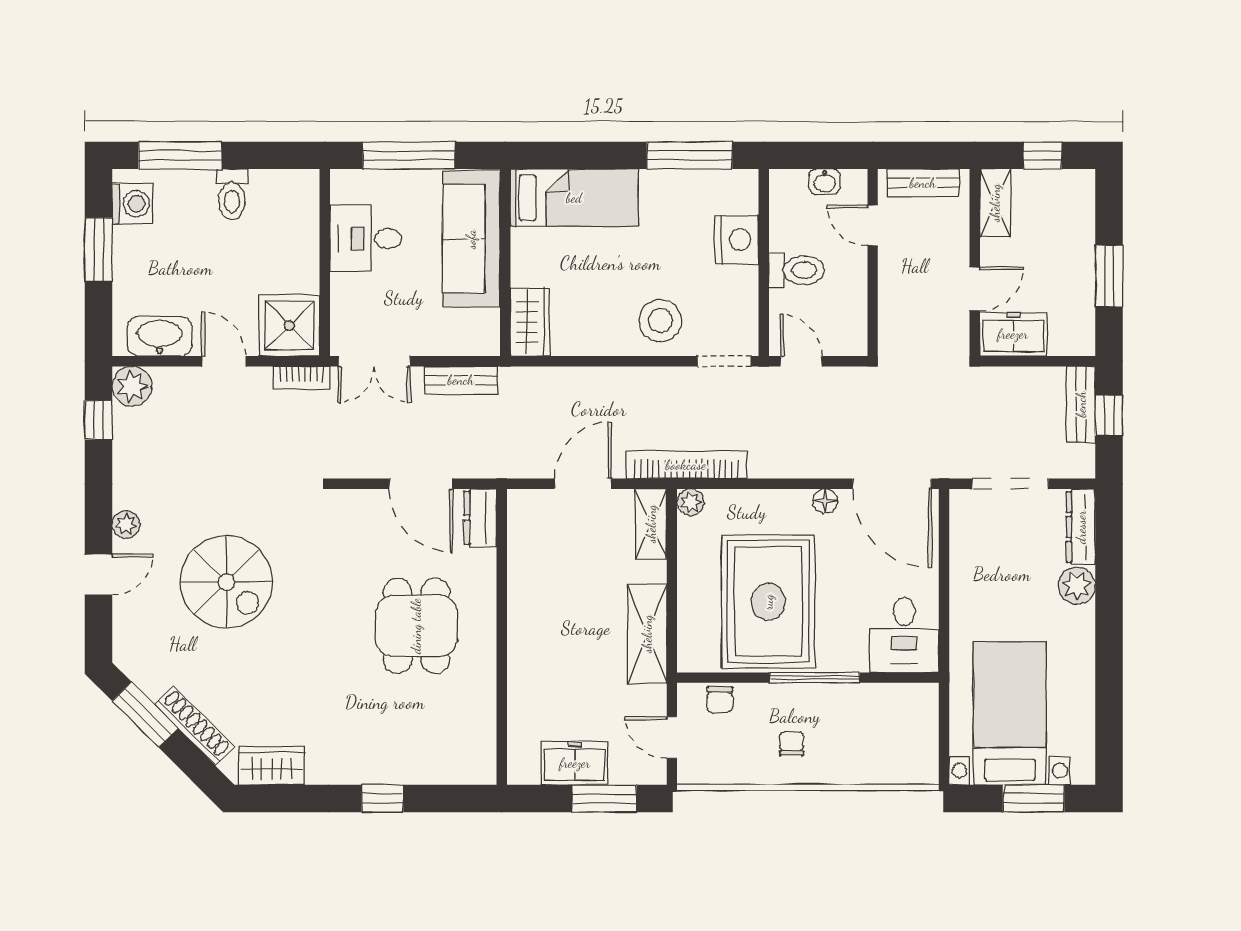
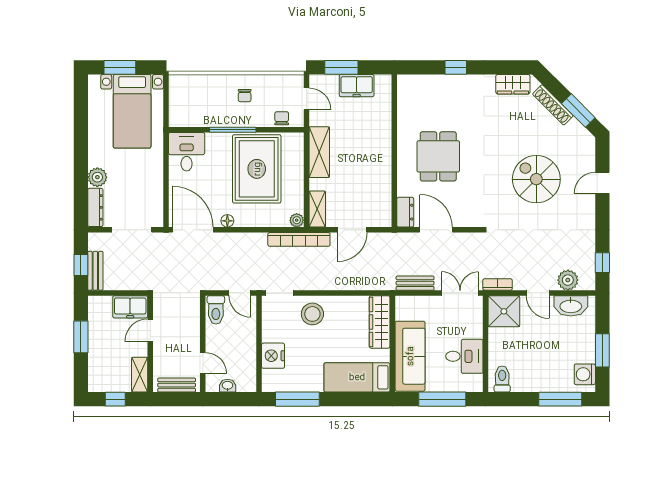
toilet: (232, 194) -> (502, 379), moved
toilet: (797, 270) -> (216, 310), moved, turned -90
wardrobe: (530, 322) -> (380, 322), width x1.50
plant: (132, 386) -> (568, 280), moved
plant: (126, 524) -> (588, 209), removed

